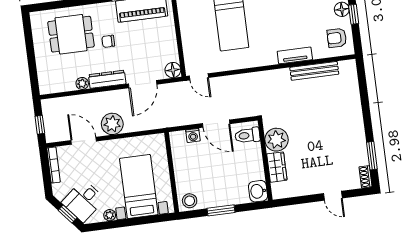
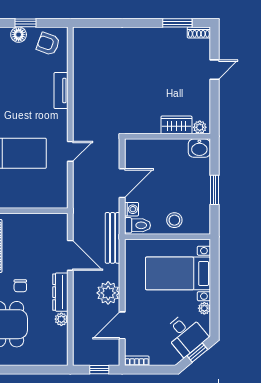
armchair: (337, 38) -> (48, 44), turned 110
floor lamp: (173, 70) -> (60, 221), removed
bench: (314, 71) -> (113, 238), moved
door: (199, 77) -> (70, 151), moved
toilet: (247, 135) -> (138, 225), moved, turned -90
plant: (276, 140) -> (200, 127), moved, width x0.53, depth x0.53
bookcase: (54, 165) -> (137, 361), width x0.64
stool: (190, 201) -> (174, 220), moved

